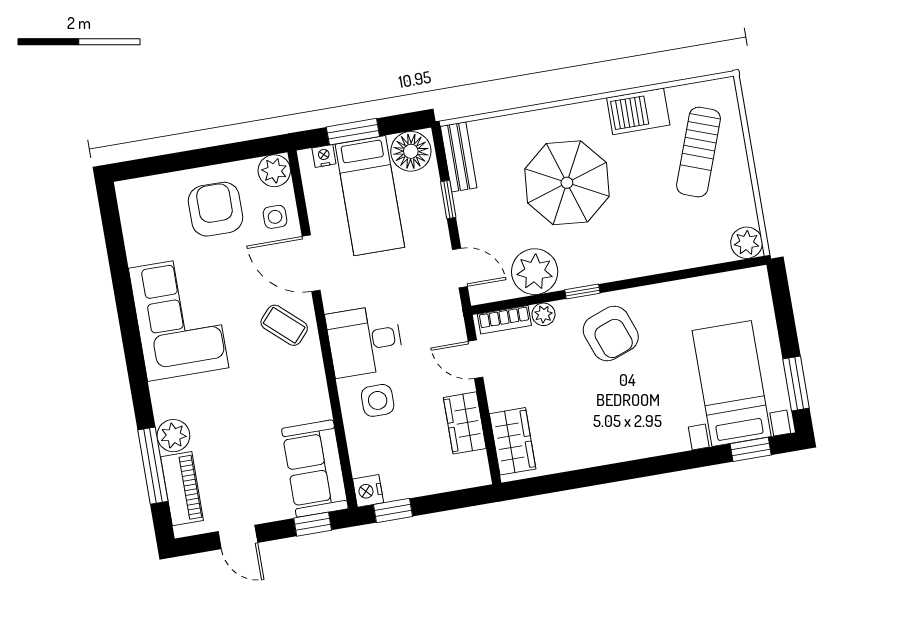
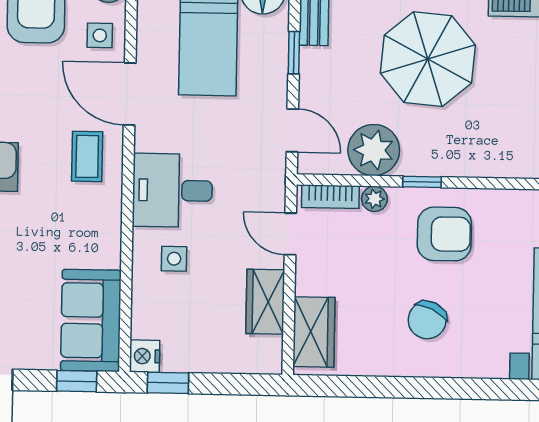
coffee table: (284, 325) -> (87, 156), turned 48
armchair: (611, 333) -> (444, 234), turned -70
side table: (378, 400) -> (174, 259), width x0.73, depth x0.73
chair: (610, 412) -> (427, 320), added

